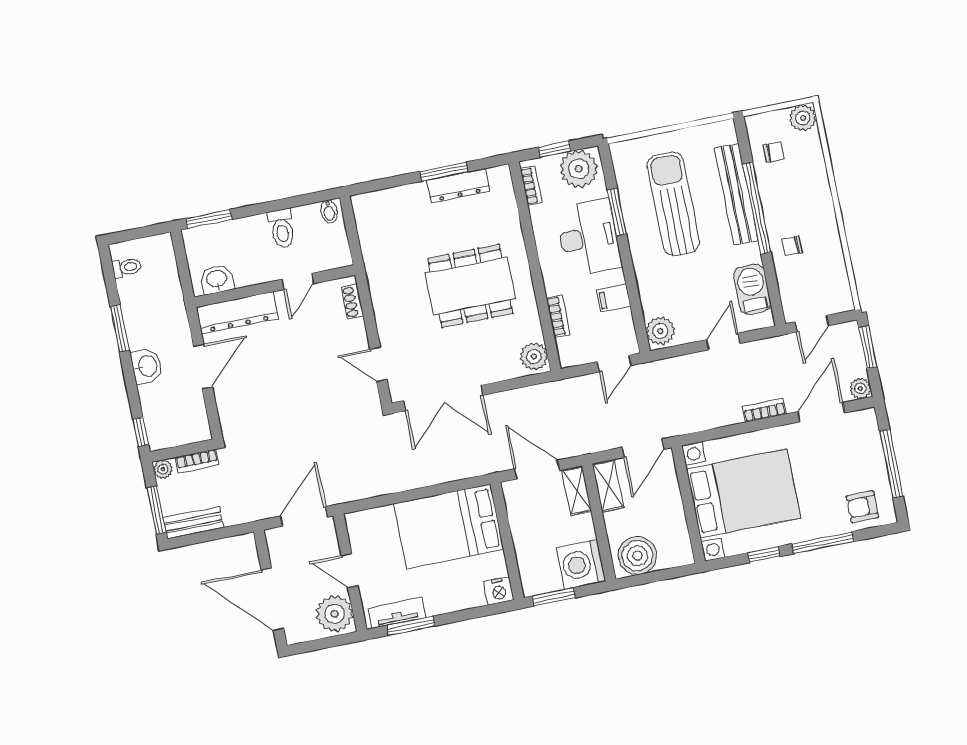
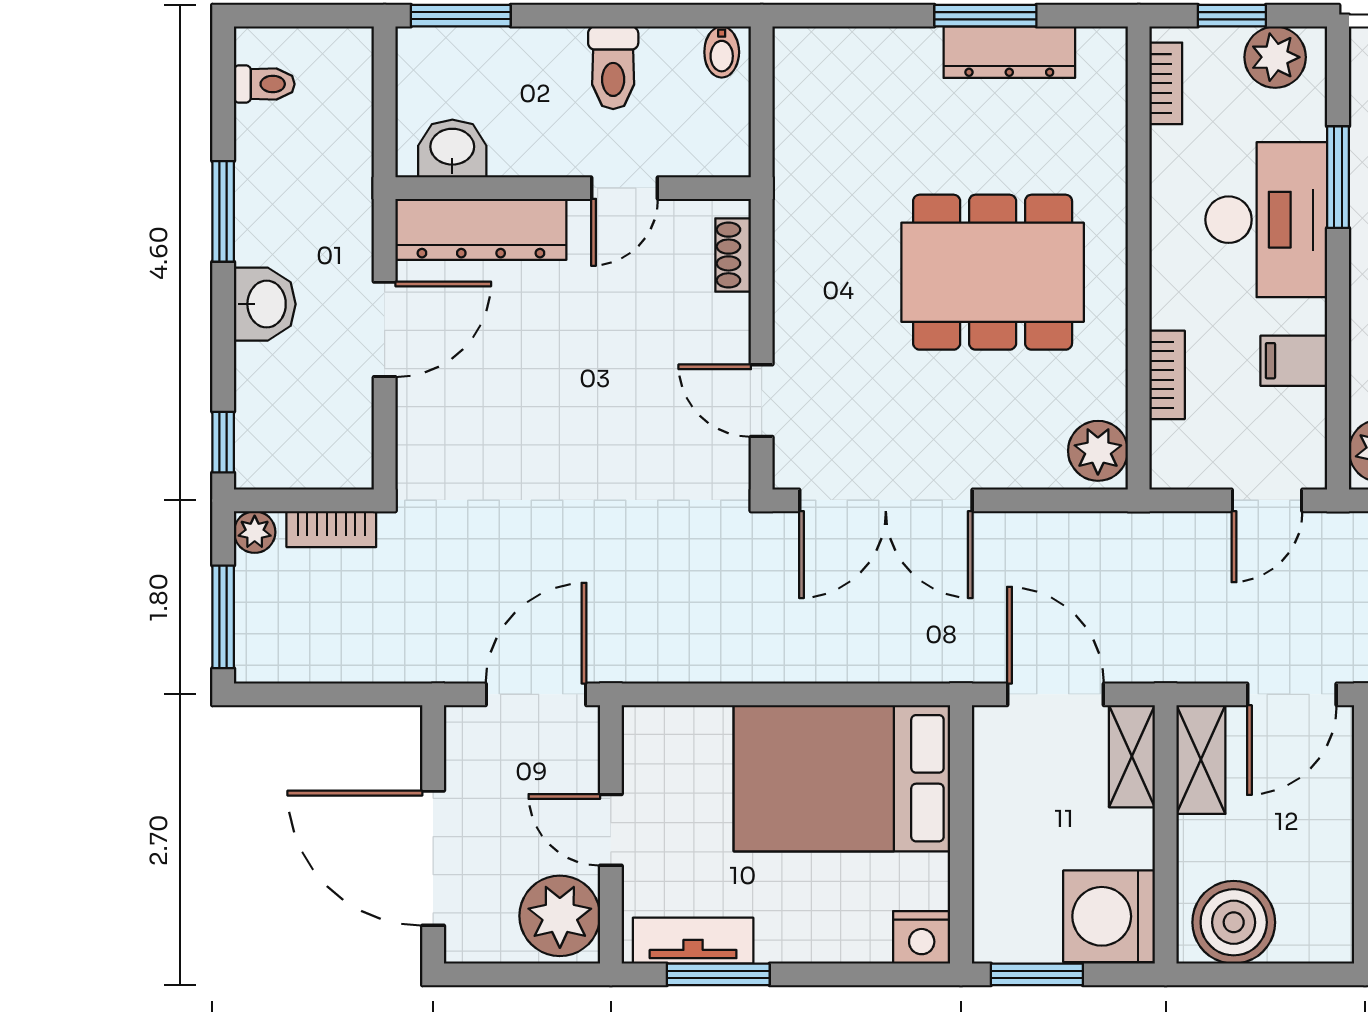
plant: (579, 169) -> (1275, 57), width x0.73, depth x0.73
bench: (193, 523) -> (297, 660), removed

